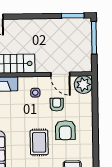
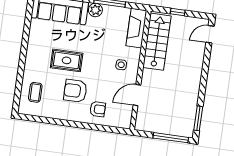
plant: (83, 85) -> (122, 118), removed
armchair: (57, 105) -> (98, 109), moved

